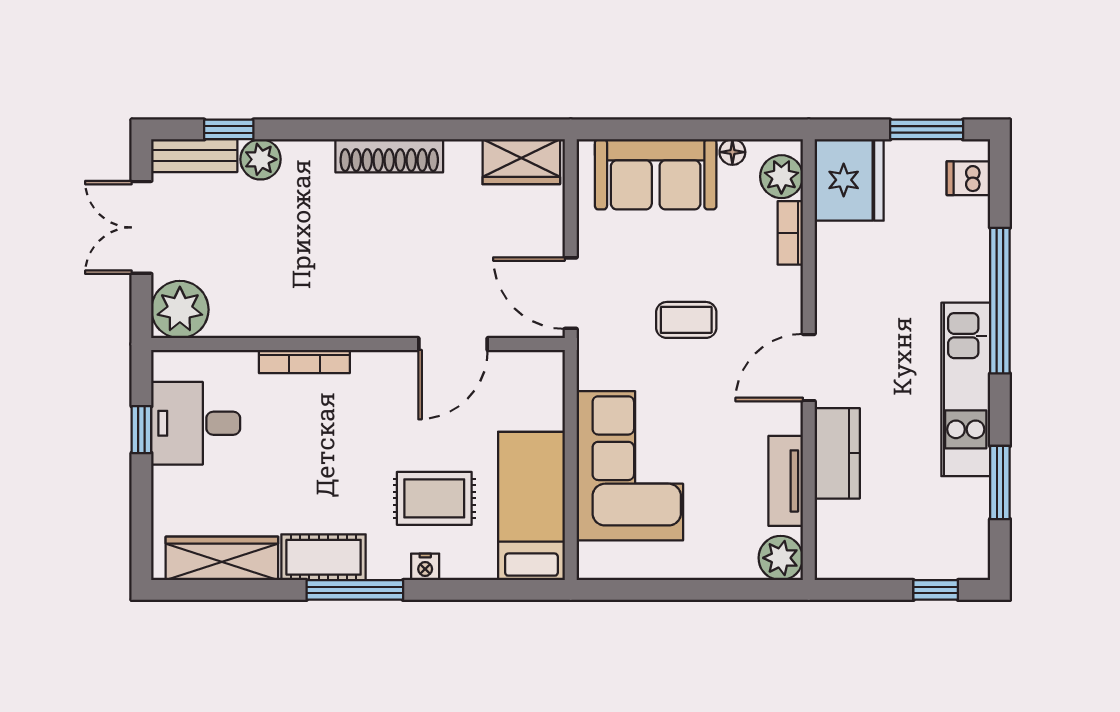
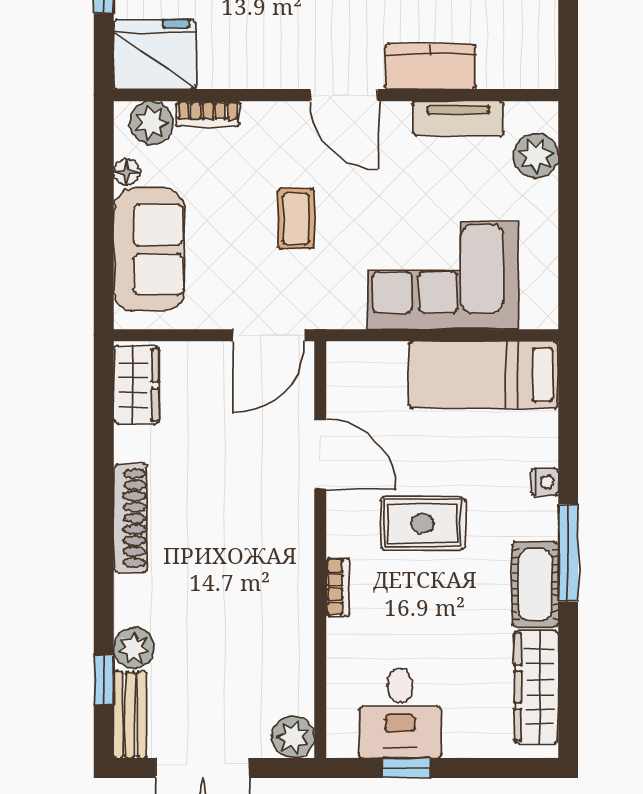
plant: (180, 310) -> (293, 737), width x0.73, depth x0.73
bookcase: (304, 362) -> (338, 587), width x0.64
rug: (434, 498) -> (423, 523), moved, turned 90
plant: (781, 558) -> (536, 156), moved

